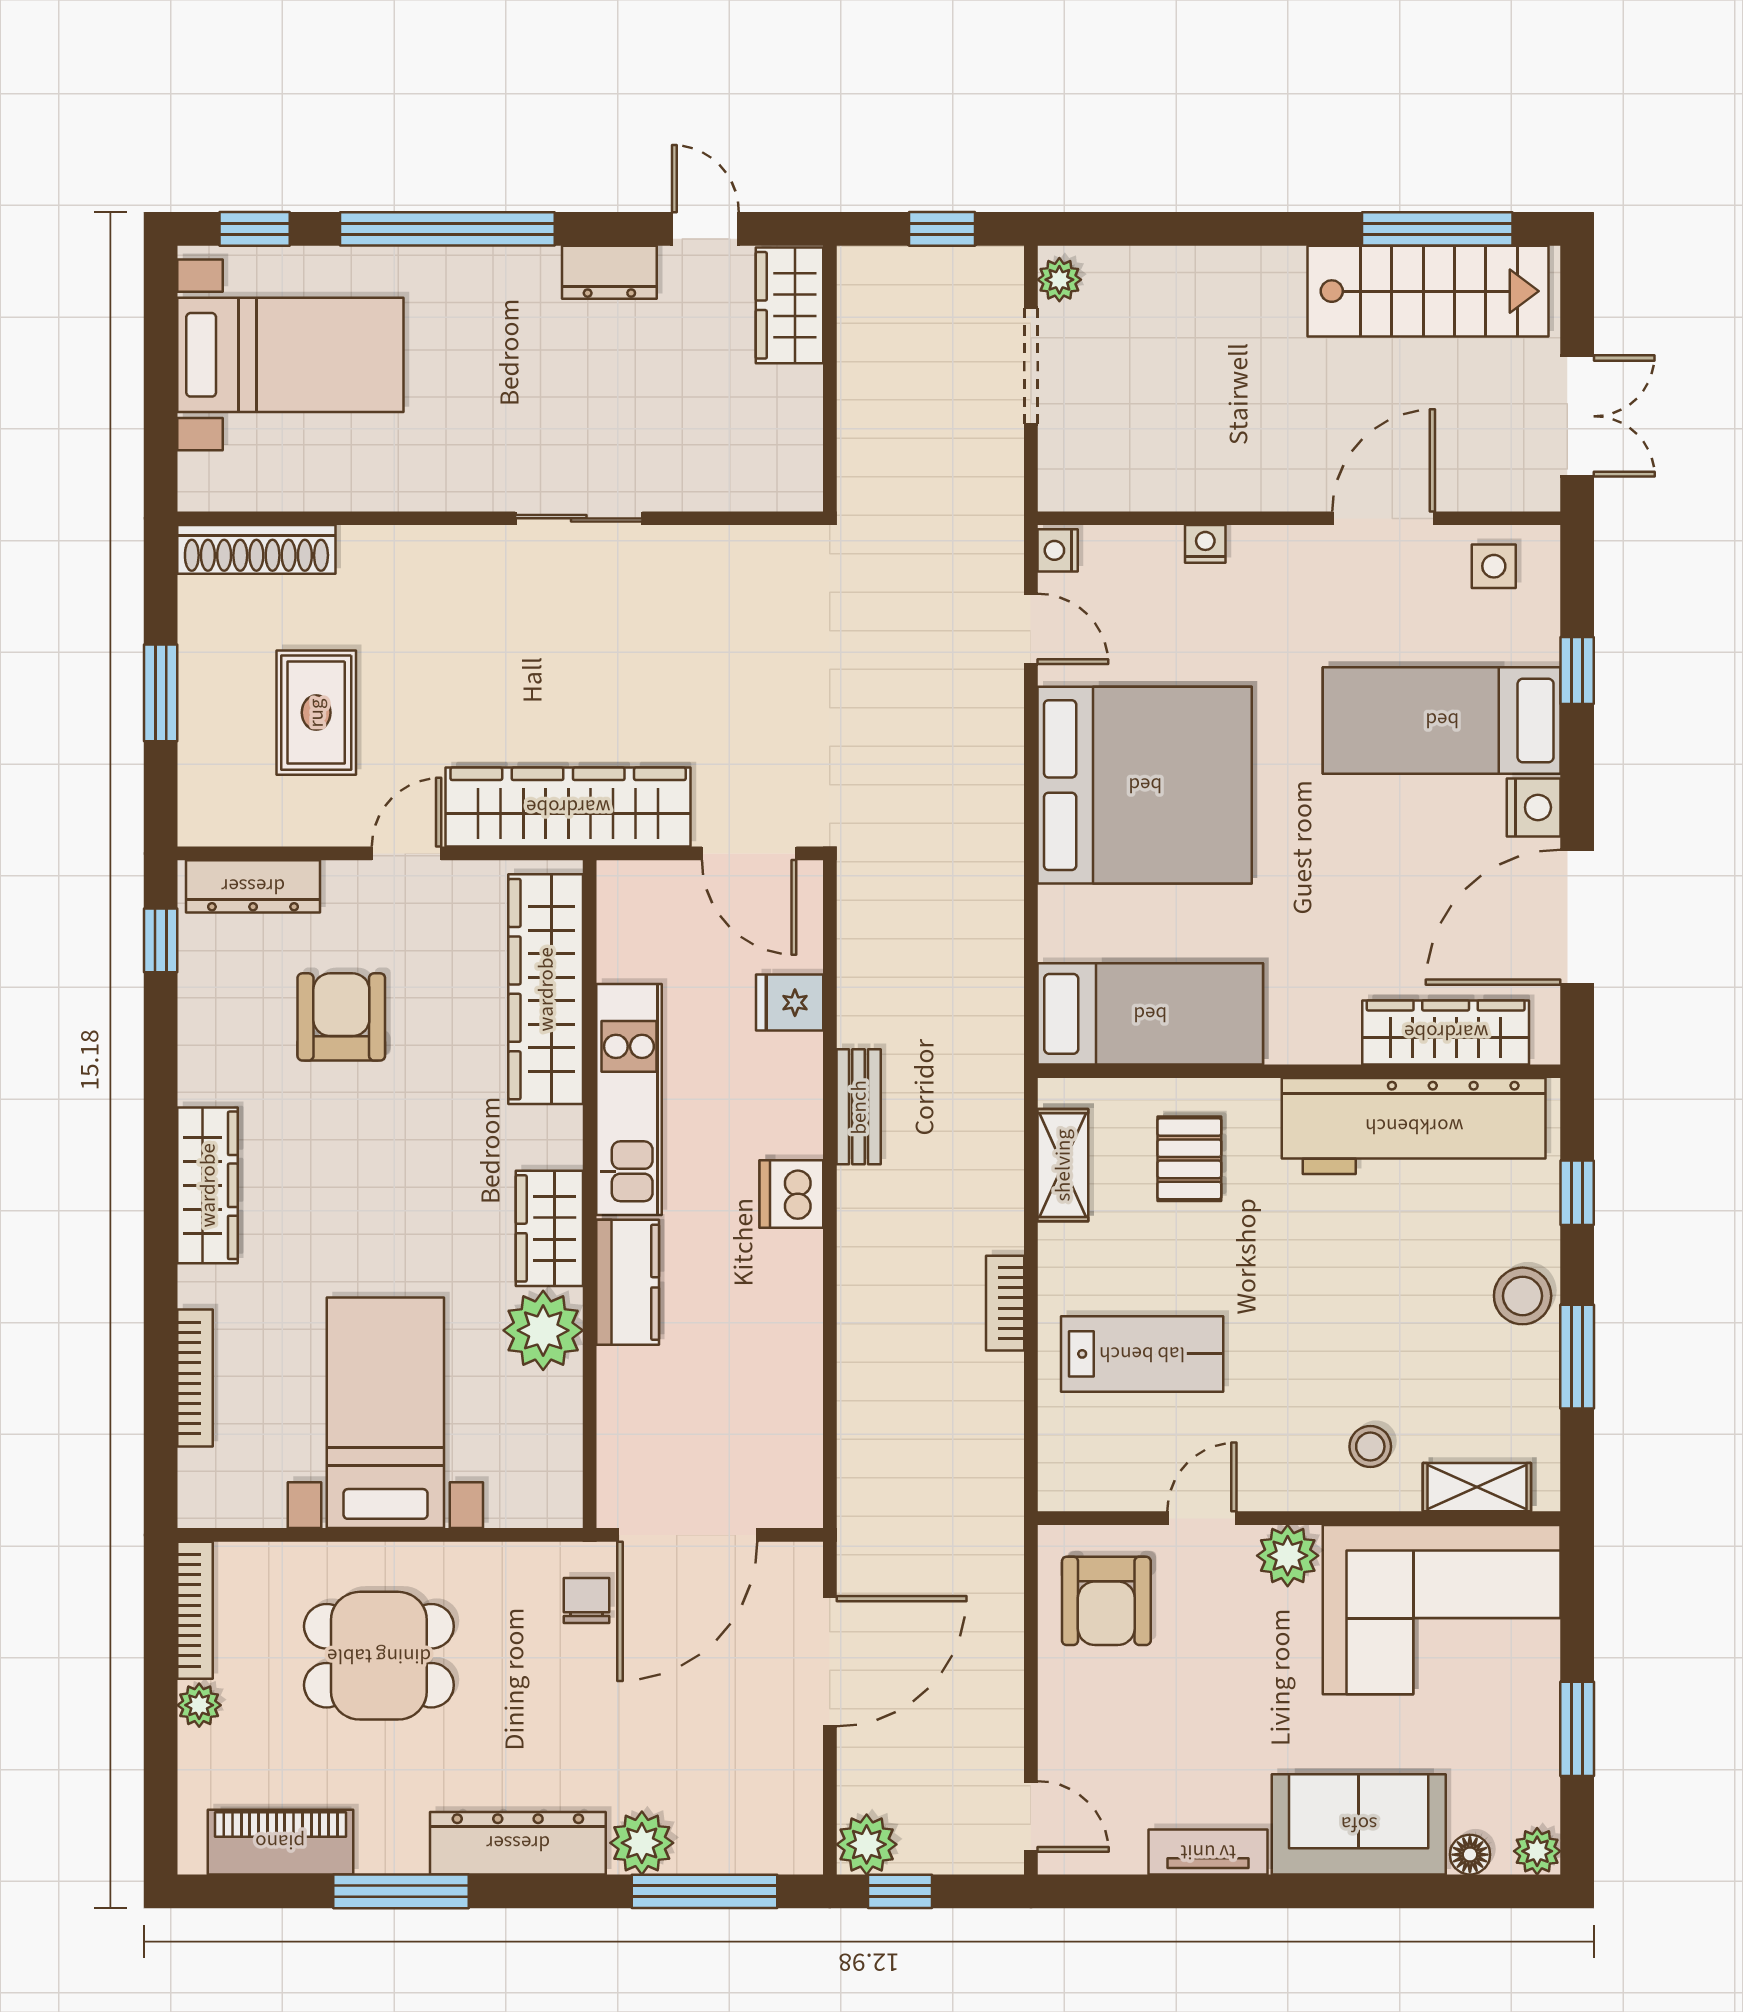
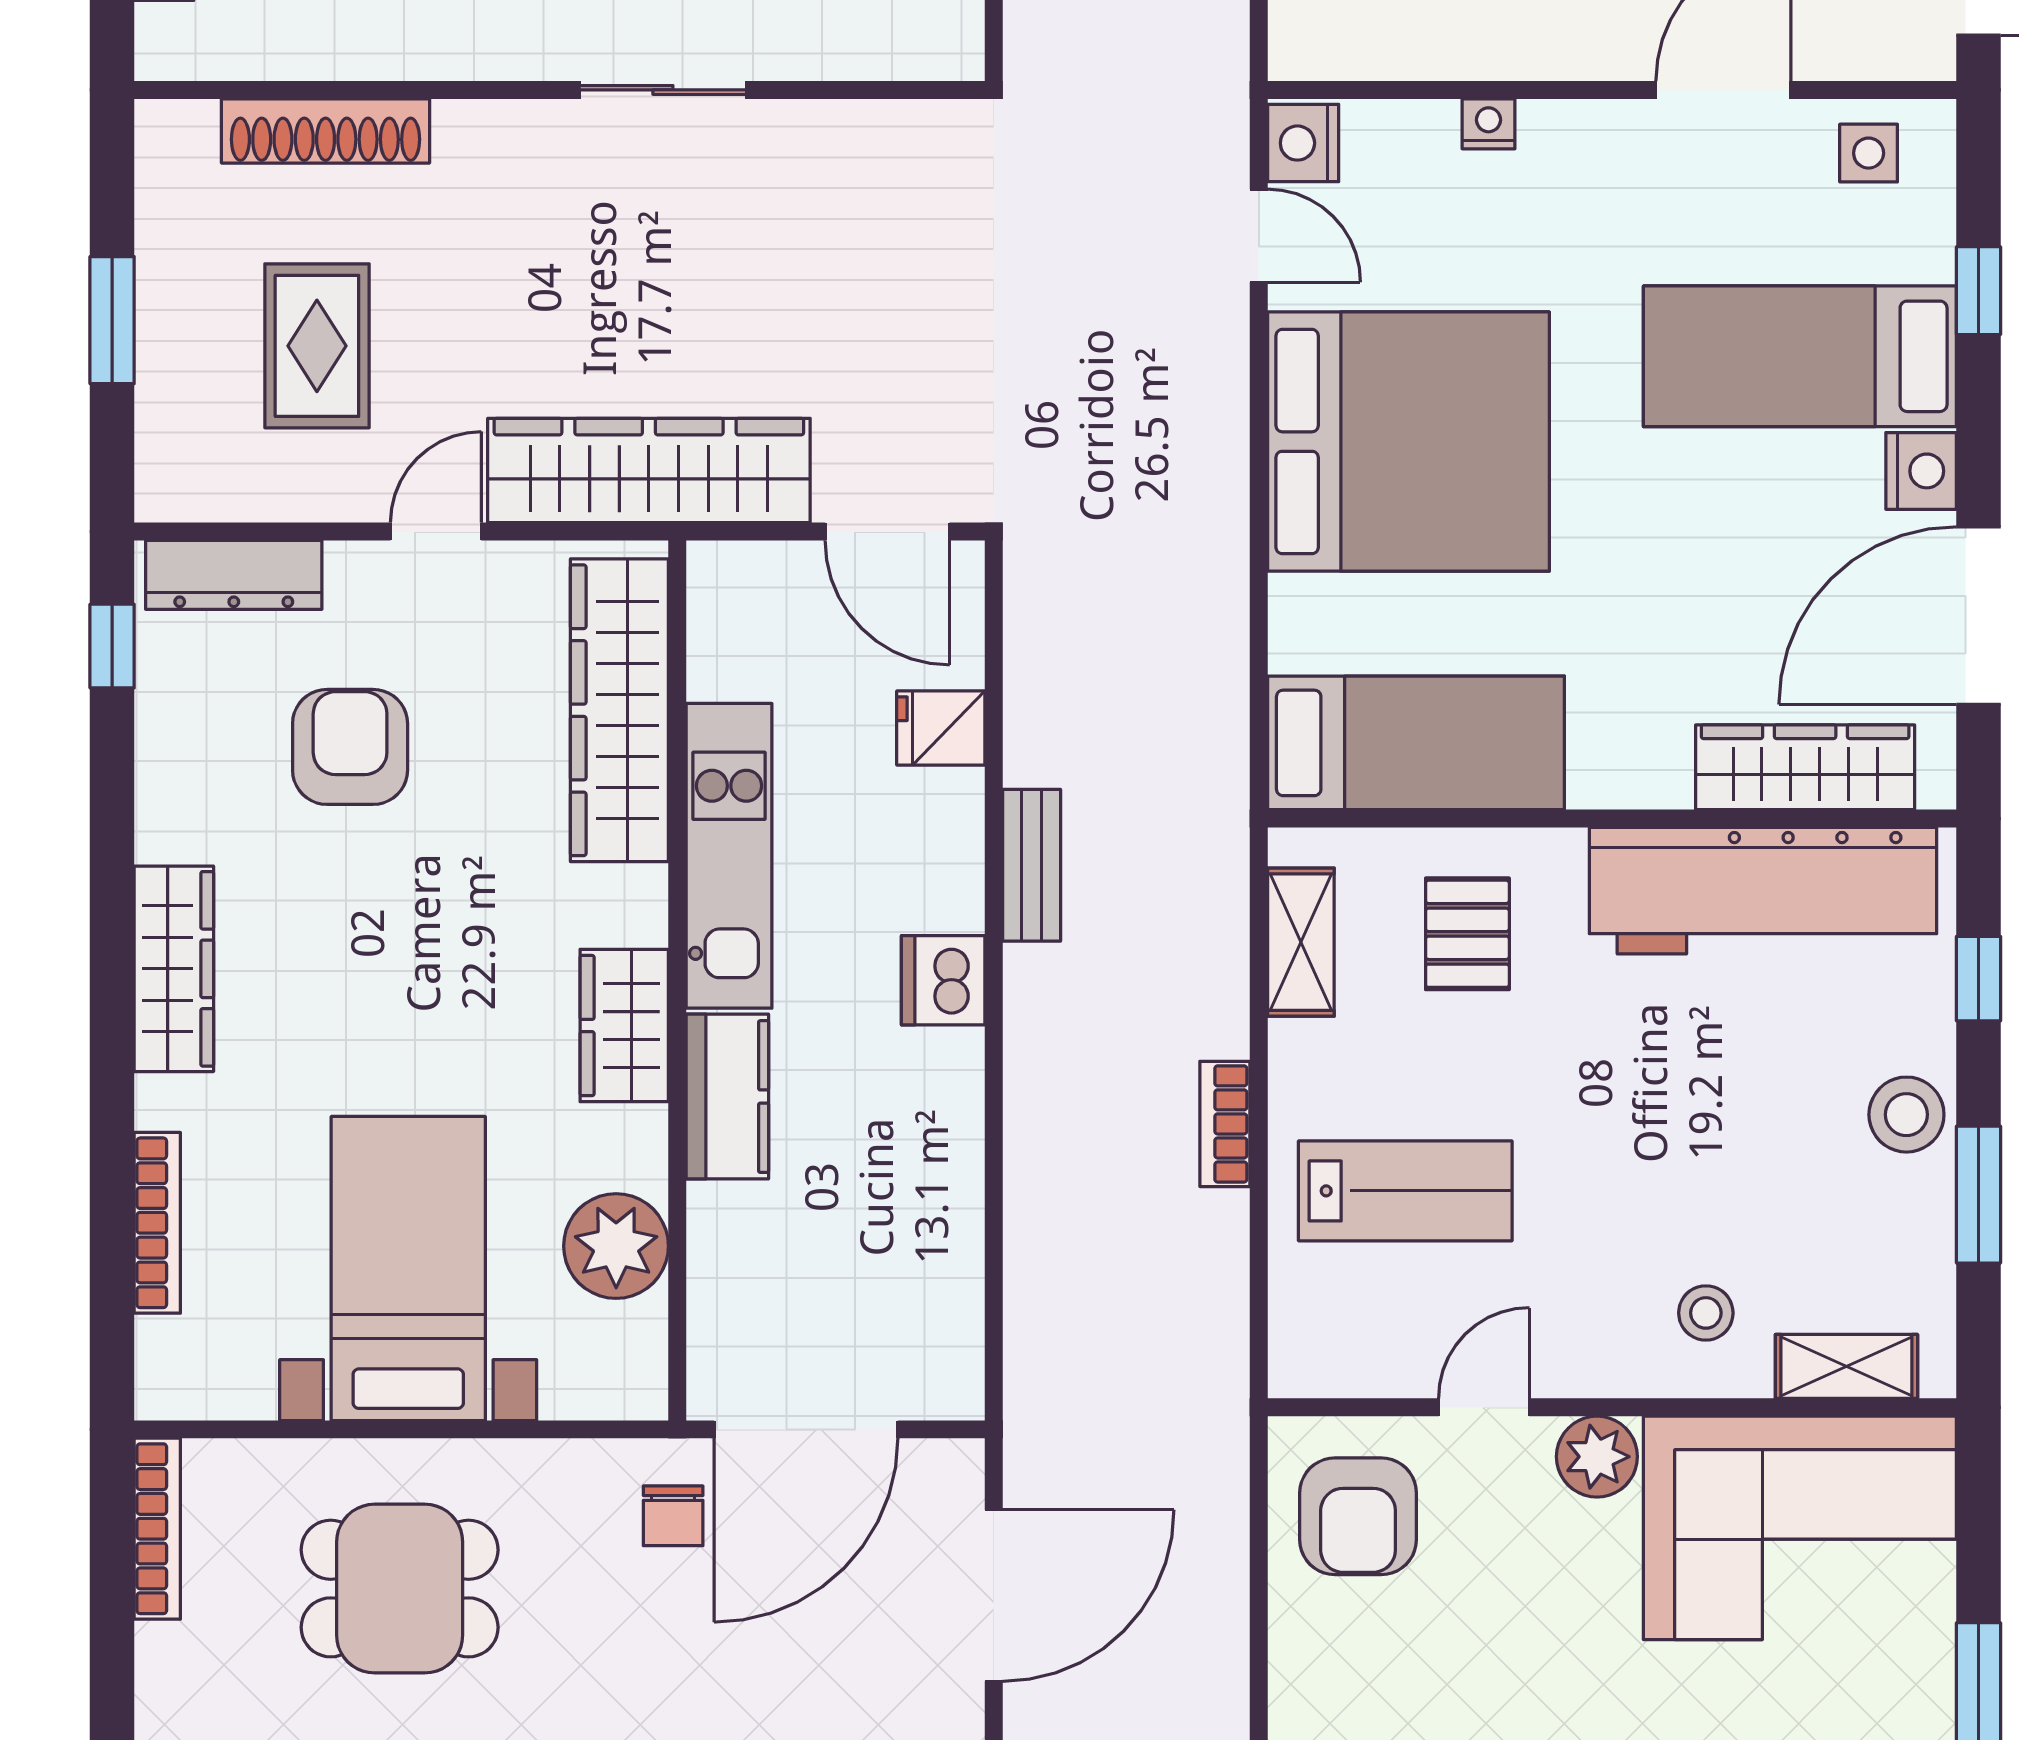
shoe rack: (256, 549) -> (326, 131), moved
nightstand: (1058, 550) -> (1303, 143), width x1.39, depth x1.35
plant: (543, 1330) -> (616, 1246), moved
chair: (586, 1600) -> (673, 1516), turned 180
plant: (199, 1705) -> (163, 1654), removed

